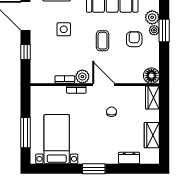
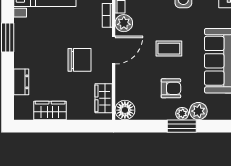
wardrobe: (152, 97) -> (104, 98), moved, turned -90
chair: (112, 112) -> (79, 60), width x1.87, depth x1.87

